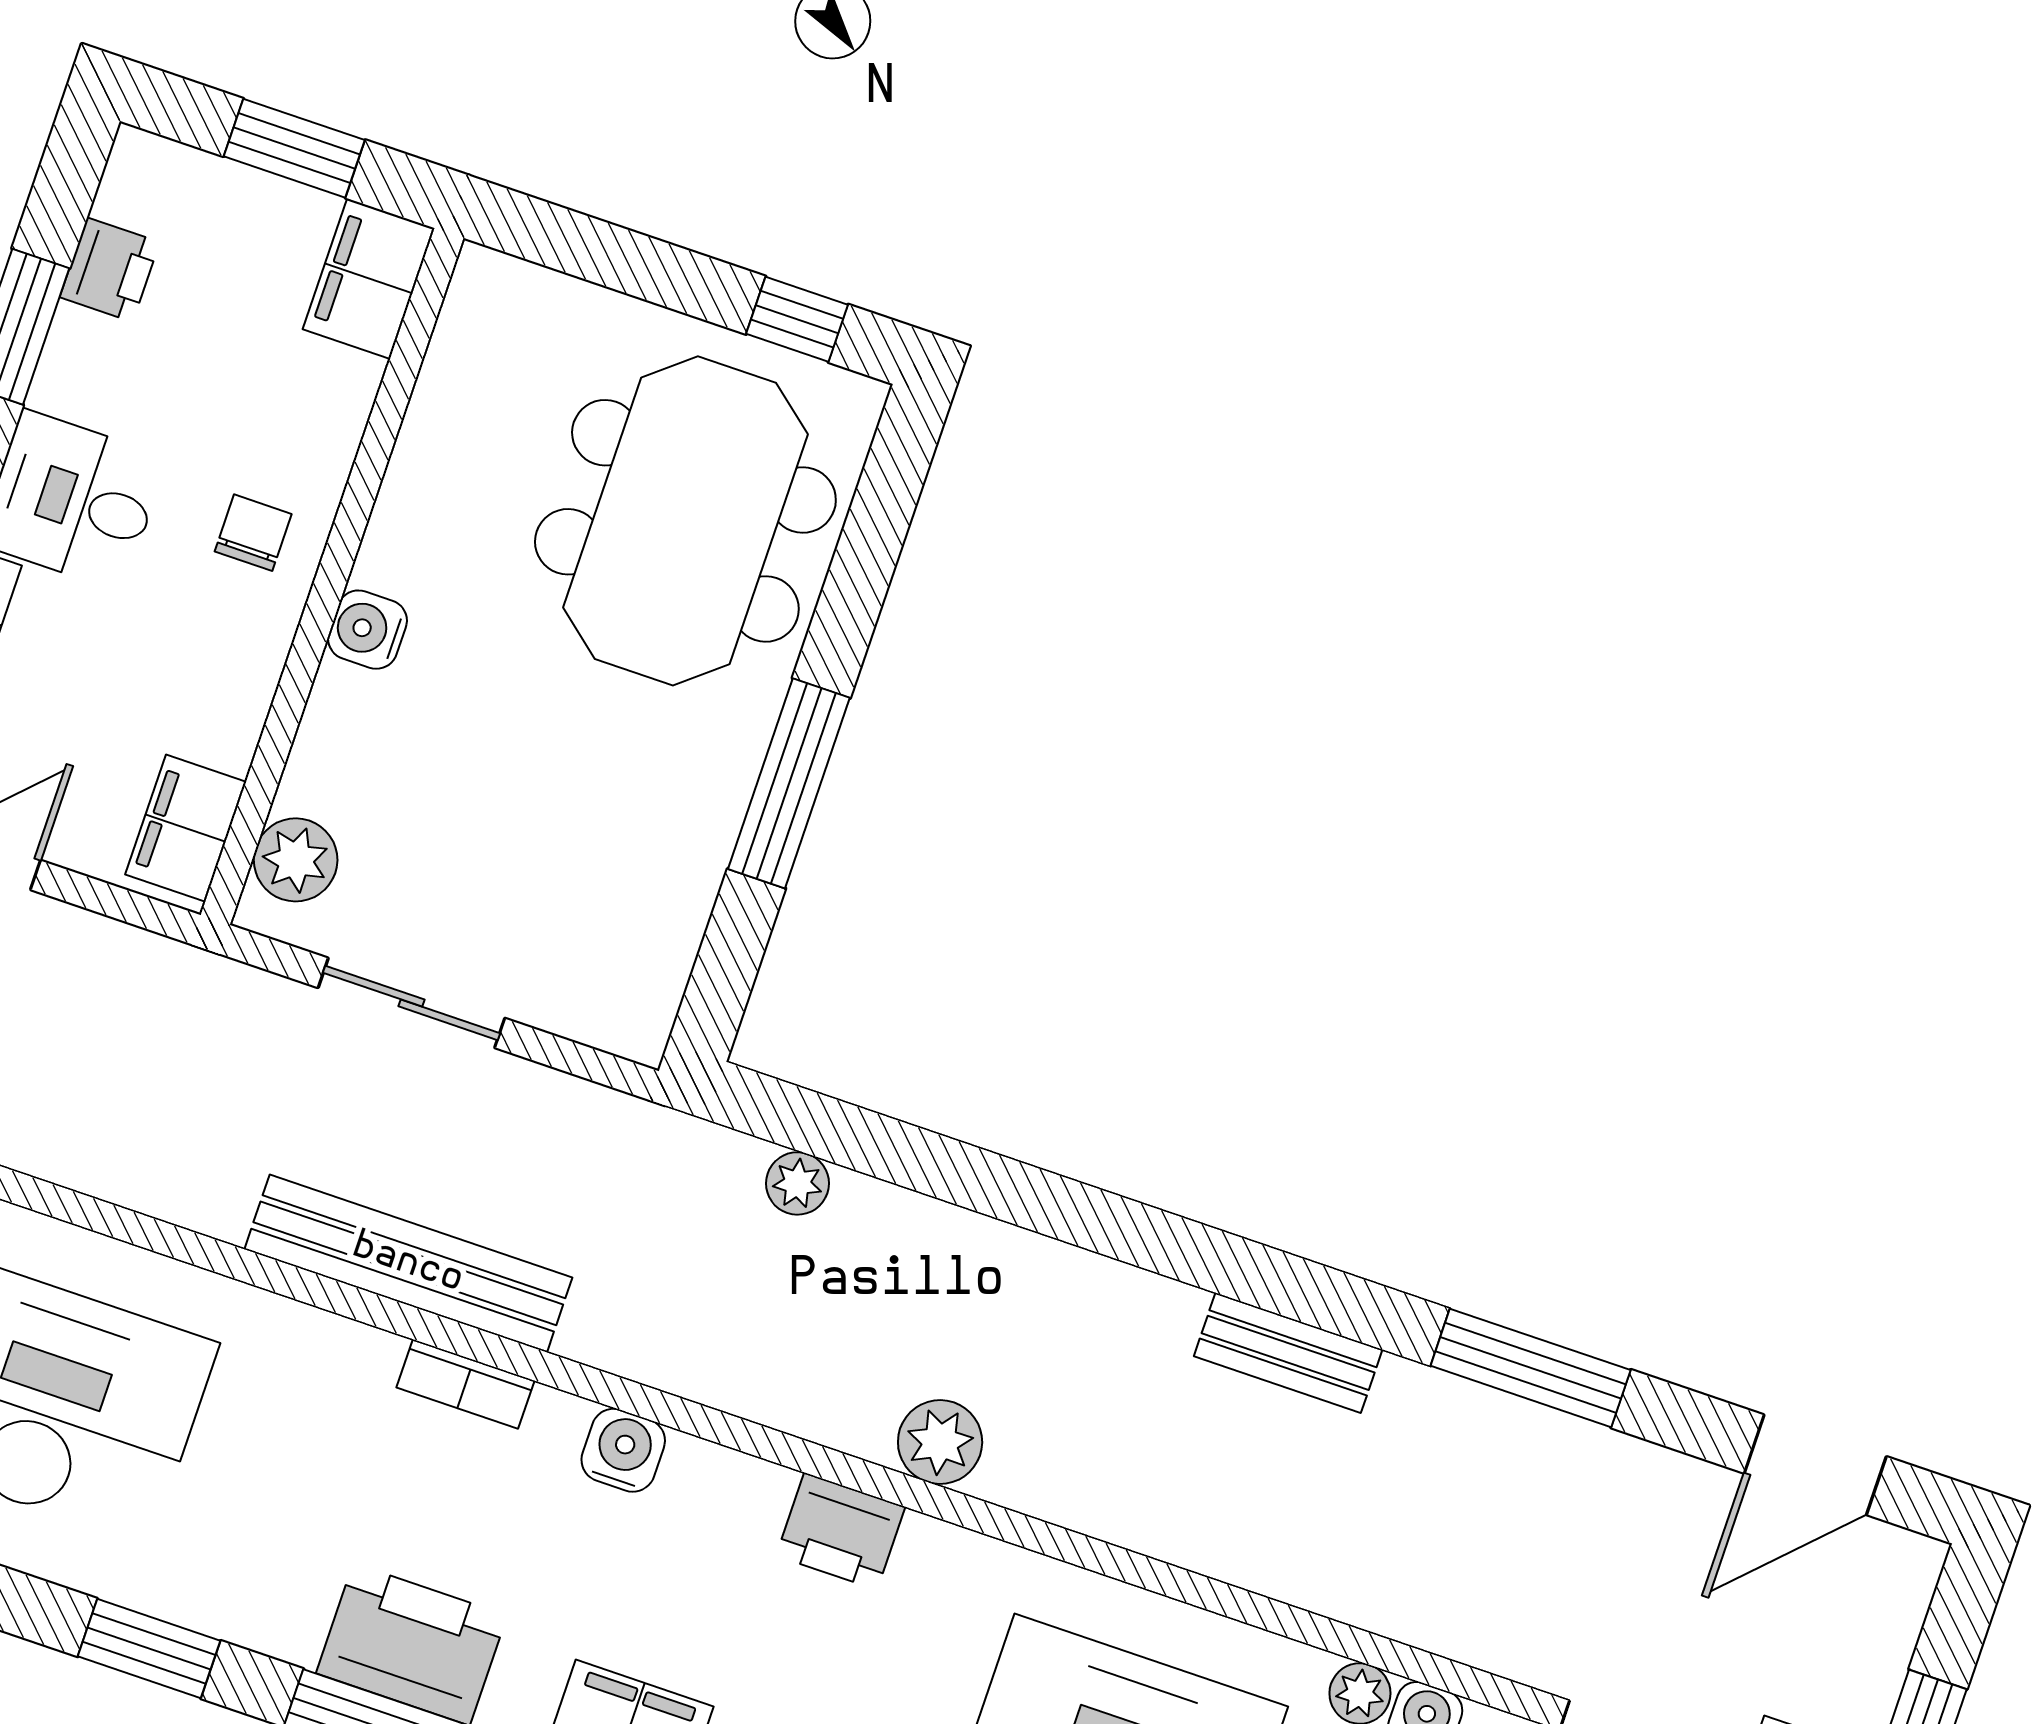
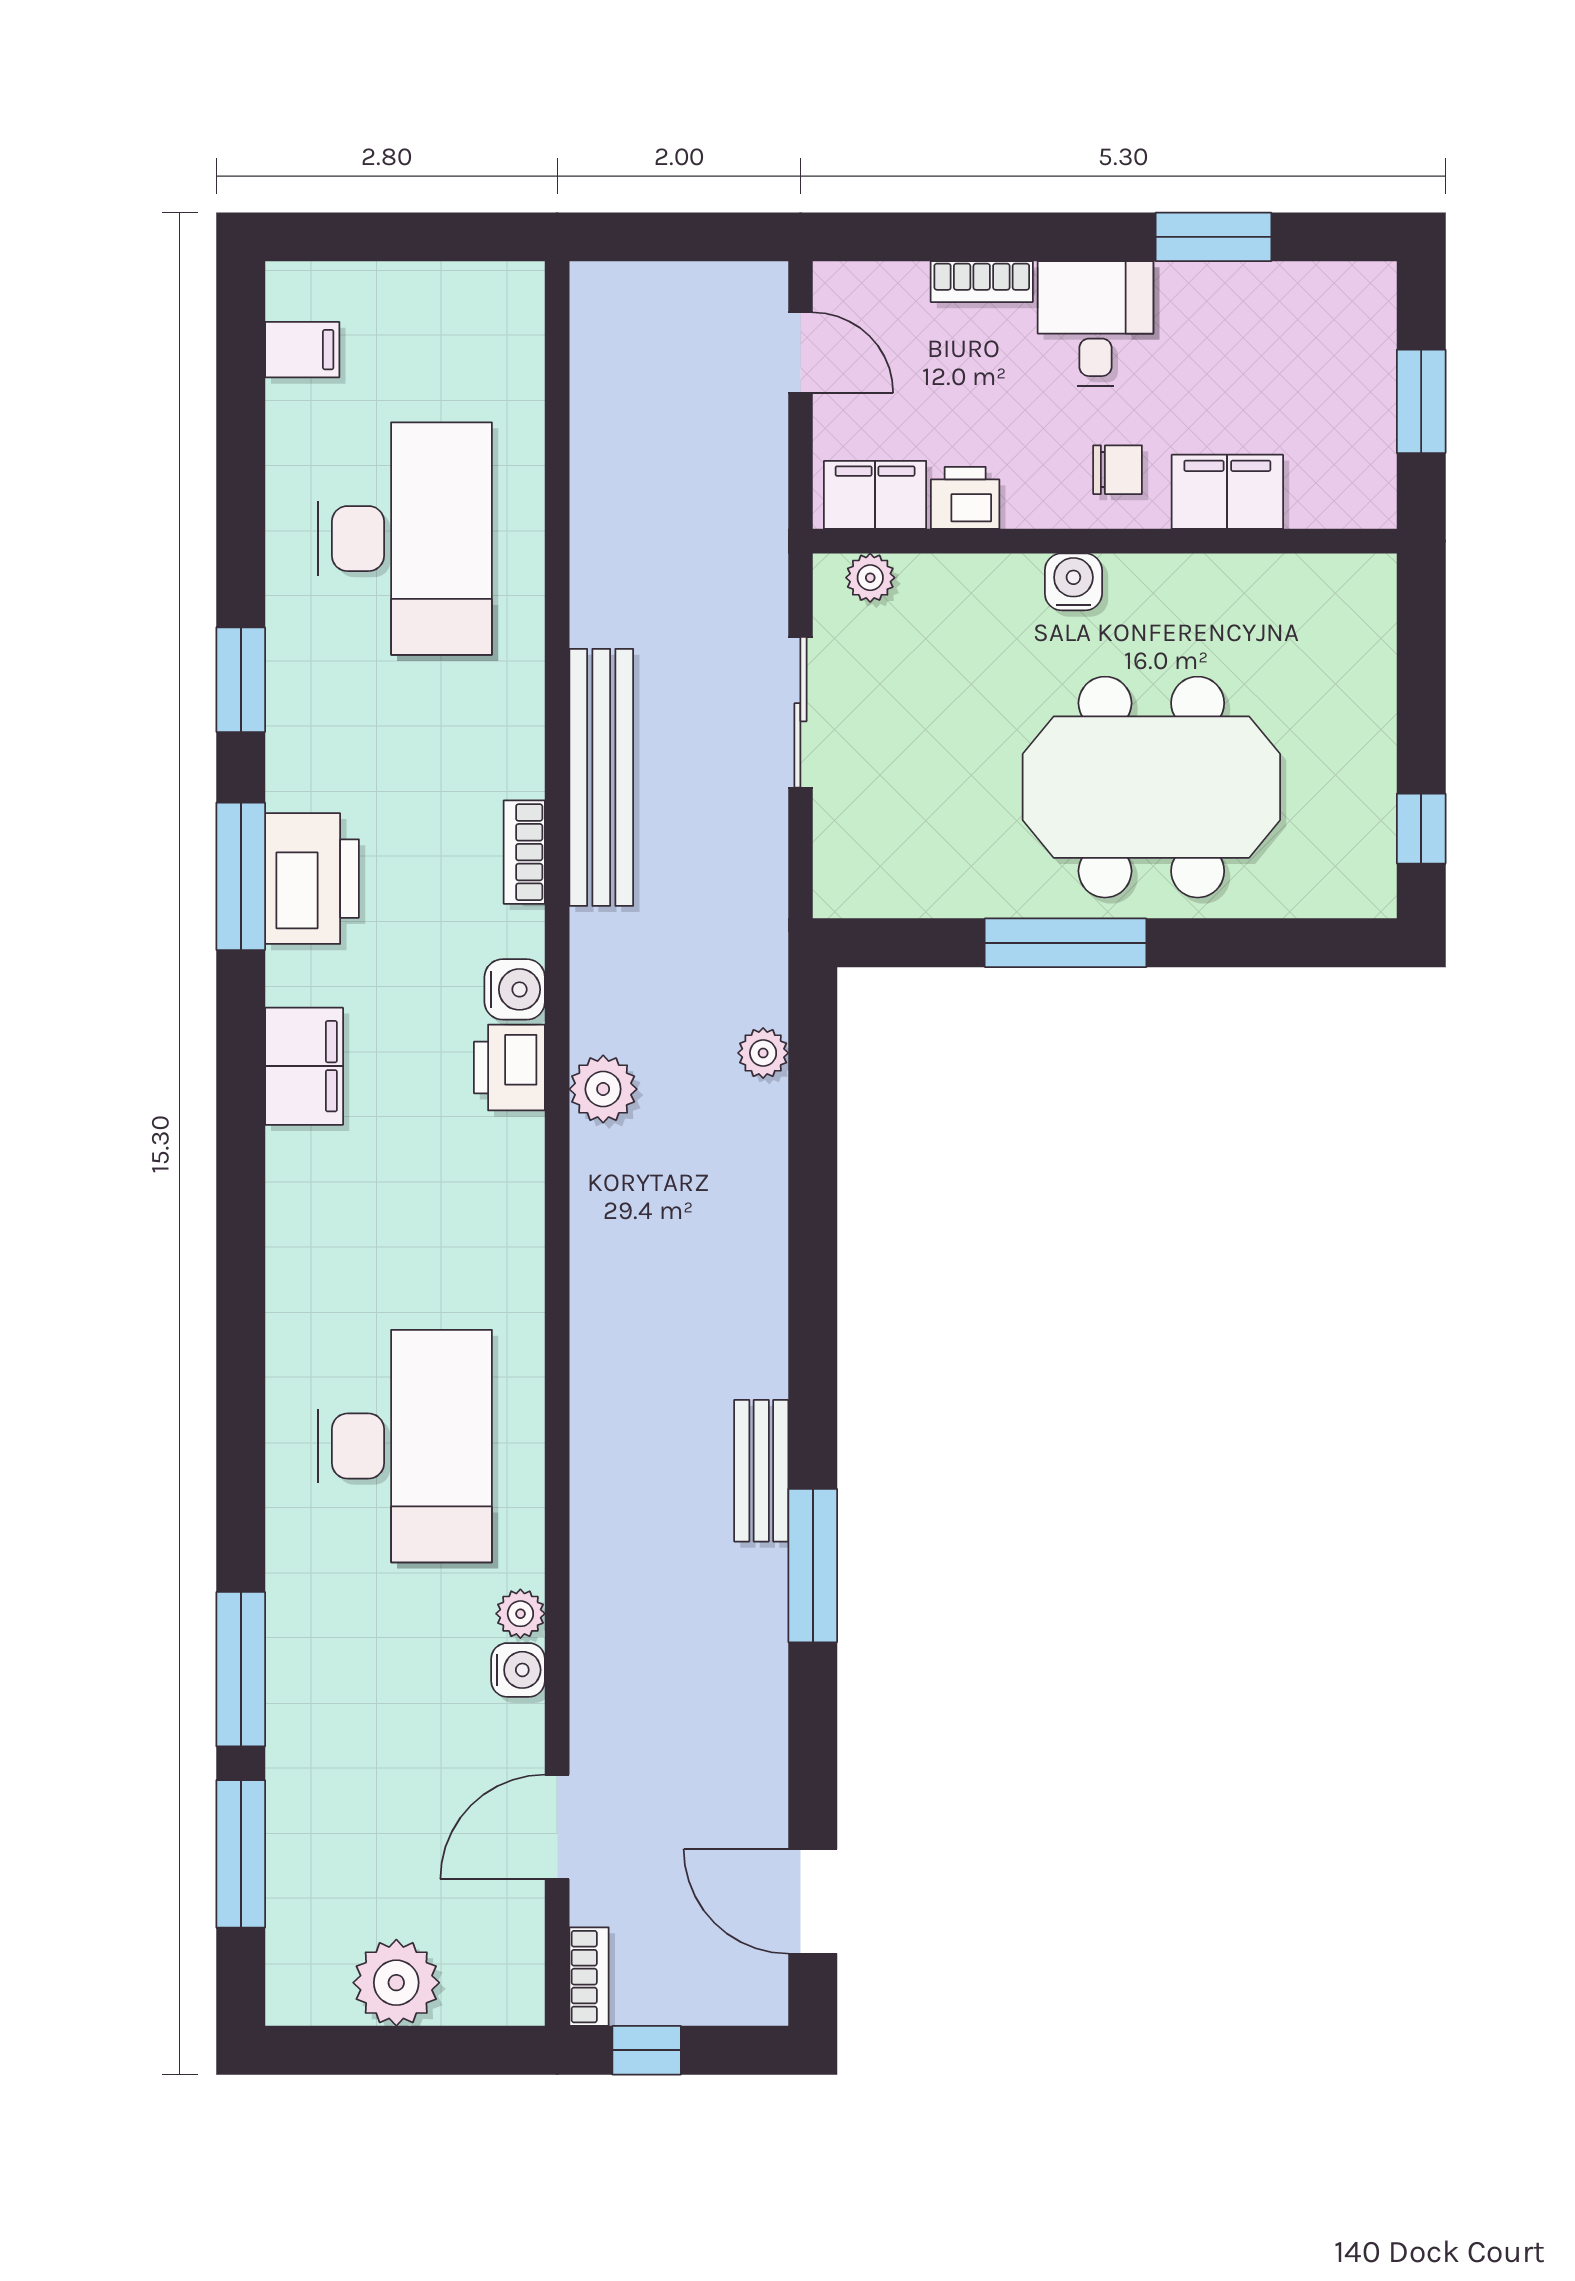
printer: (110, 270) -> (965, 498), moved, turned 180
filing cabinet: (369, 279) -> (1227, 492), moved
meeting table: (685, 521) -> (1151, 787), moved
plant: (296, 860) -> (870, 578), width x0.73, depth x0.73
window: (1531, 1368) -> (813, 1566), moved
plant: (940, 1442) -> (603, 1089), moved
printer: (841, 1531) -> (509, 1067), moved

